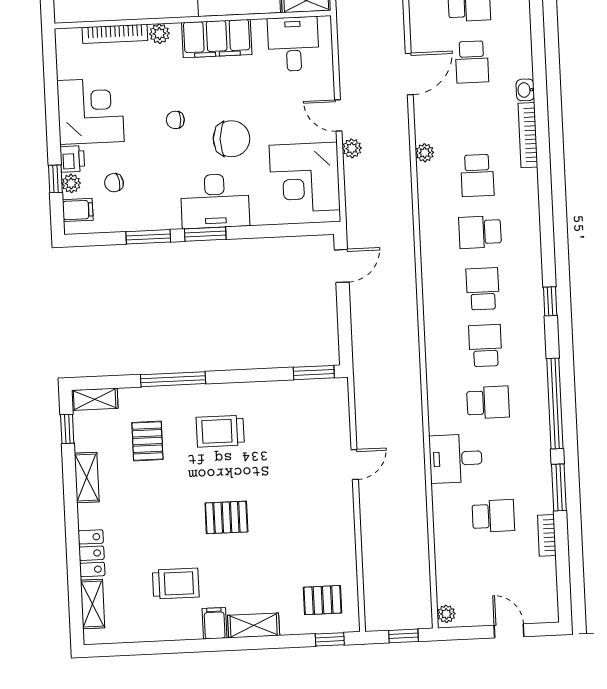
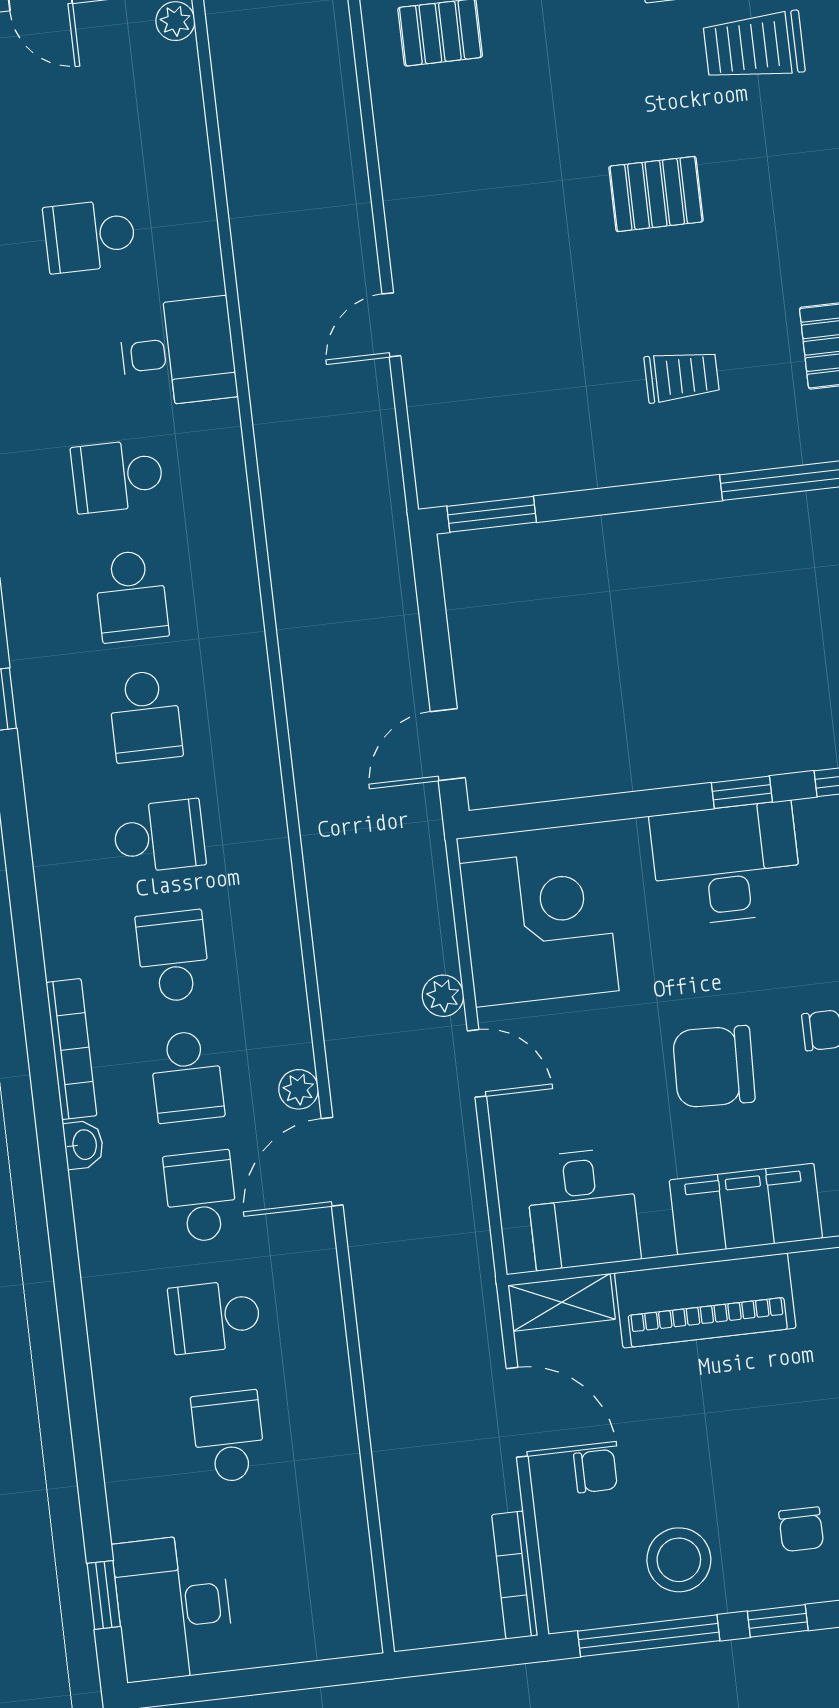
school desk: (475, 119) -> (187, 1076), added
chair: (231, 139) -> (714, 1067), moved
plant: (425, 153) -> (299, 1089), moved
window: (205, 234) -> (742, 792), width x0.67
trolley: (220, 431) -> (682, 376), width x0.73, depth x0.72

